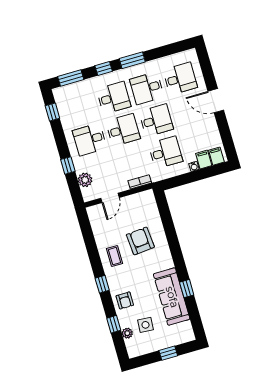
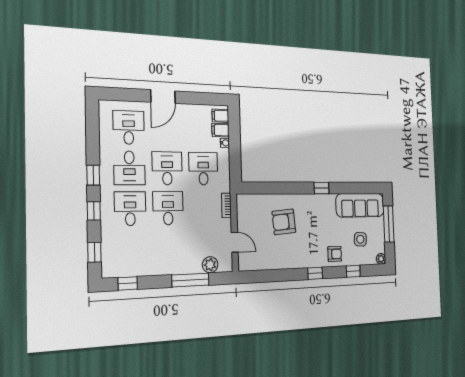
window: (132, 60) -> (93, 175), width x0.67
window: (71, 78) -> (94, 252), width x0.67
desk: (90, 139) -> (169, 248), removed
window: (68, 165) -> (190, 280), width x2.17
coffee table: (114, 256) -> (292, 253), removed
window: (187, 289) -> (321, 188), moved
sofa: (172, 297) -> (360, 205), moved
plant: (127, 333) -> (381, 259), moved
window: (168, 353) -> (389, 224), width x2.17

